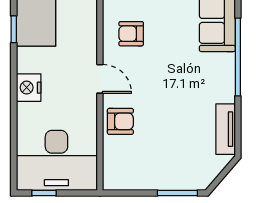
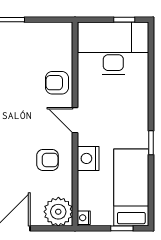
window: (14, 29) -> (151, 143), moved
nightstand: (29, 88) -> (88, 158), moved, turned 180

